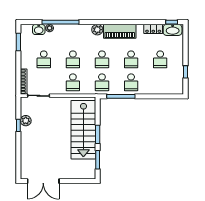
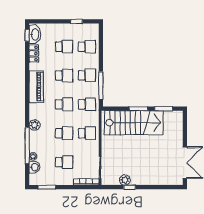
plant: (97, 30) -> (35, 125), moved
school desk: (160, 82) -> (87, 47), added

